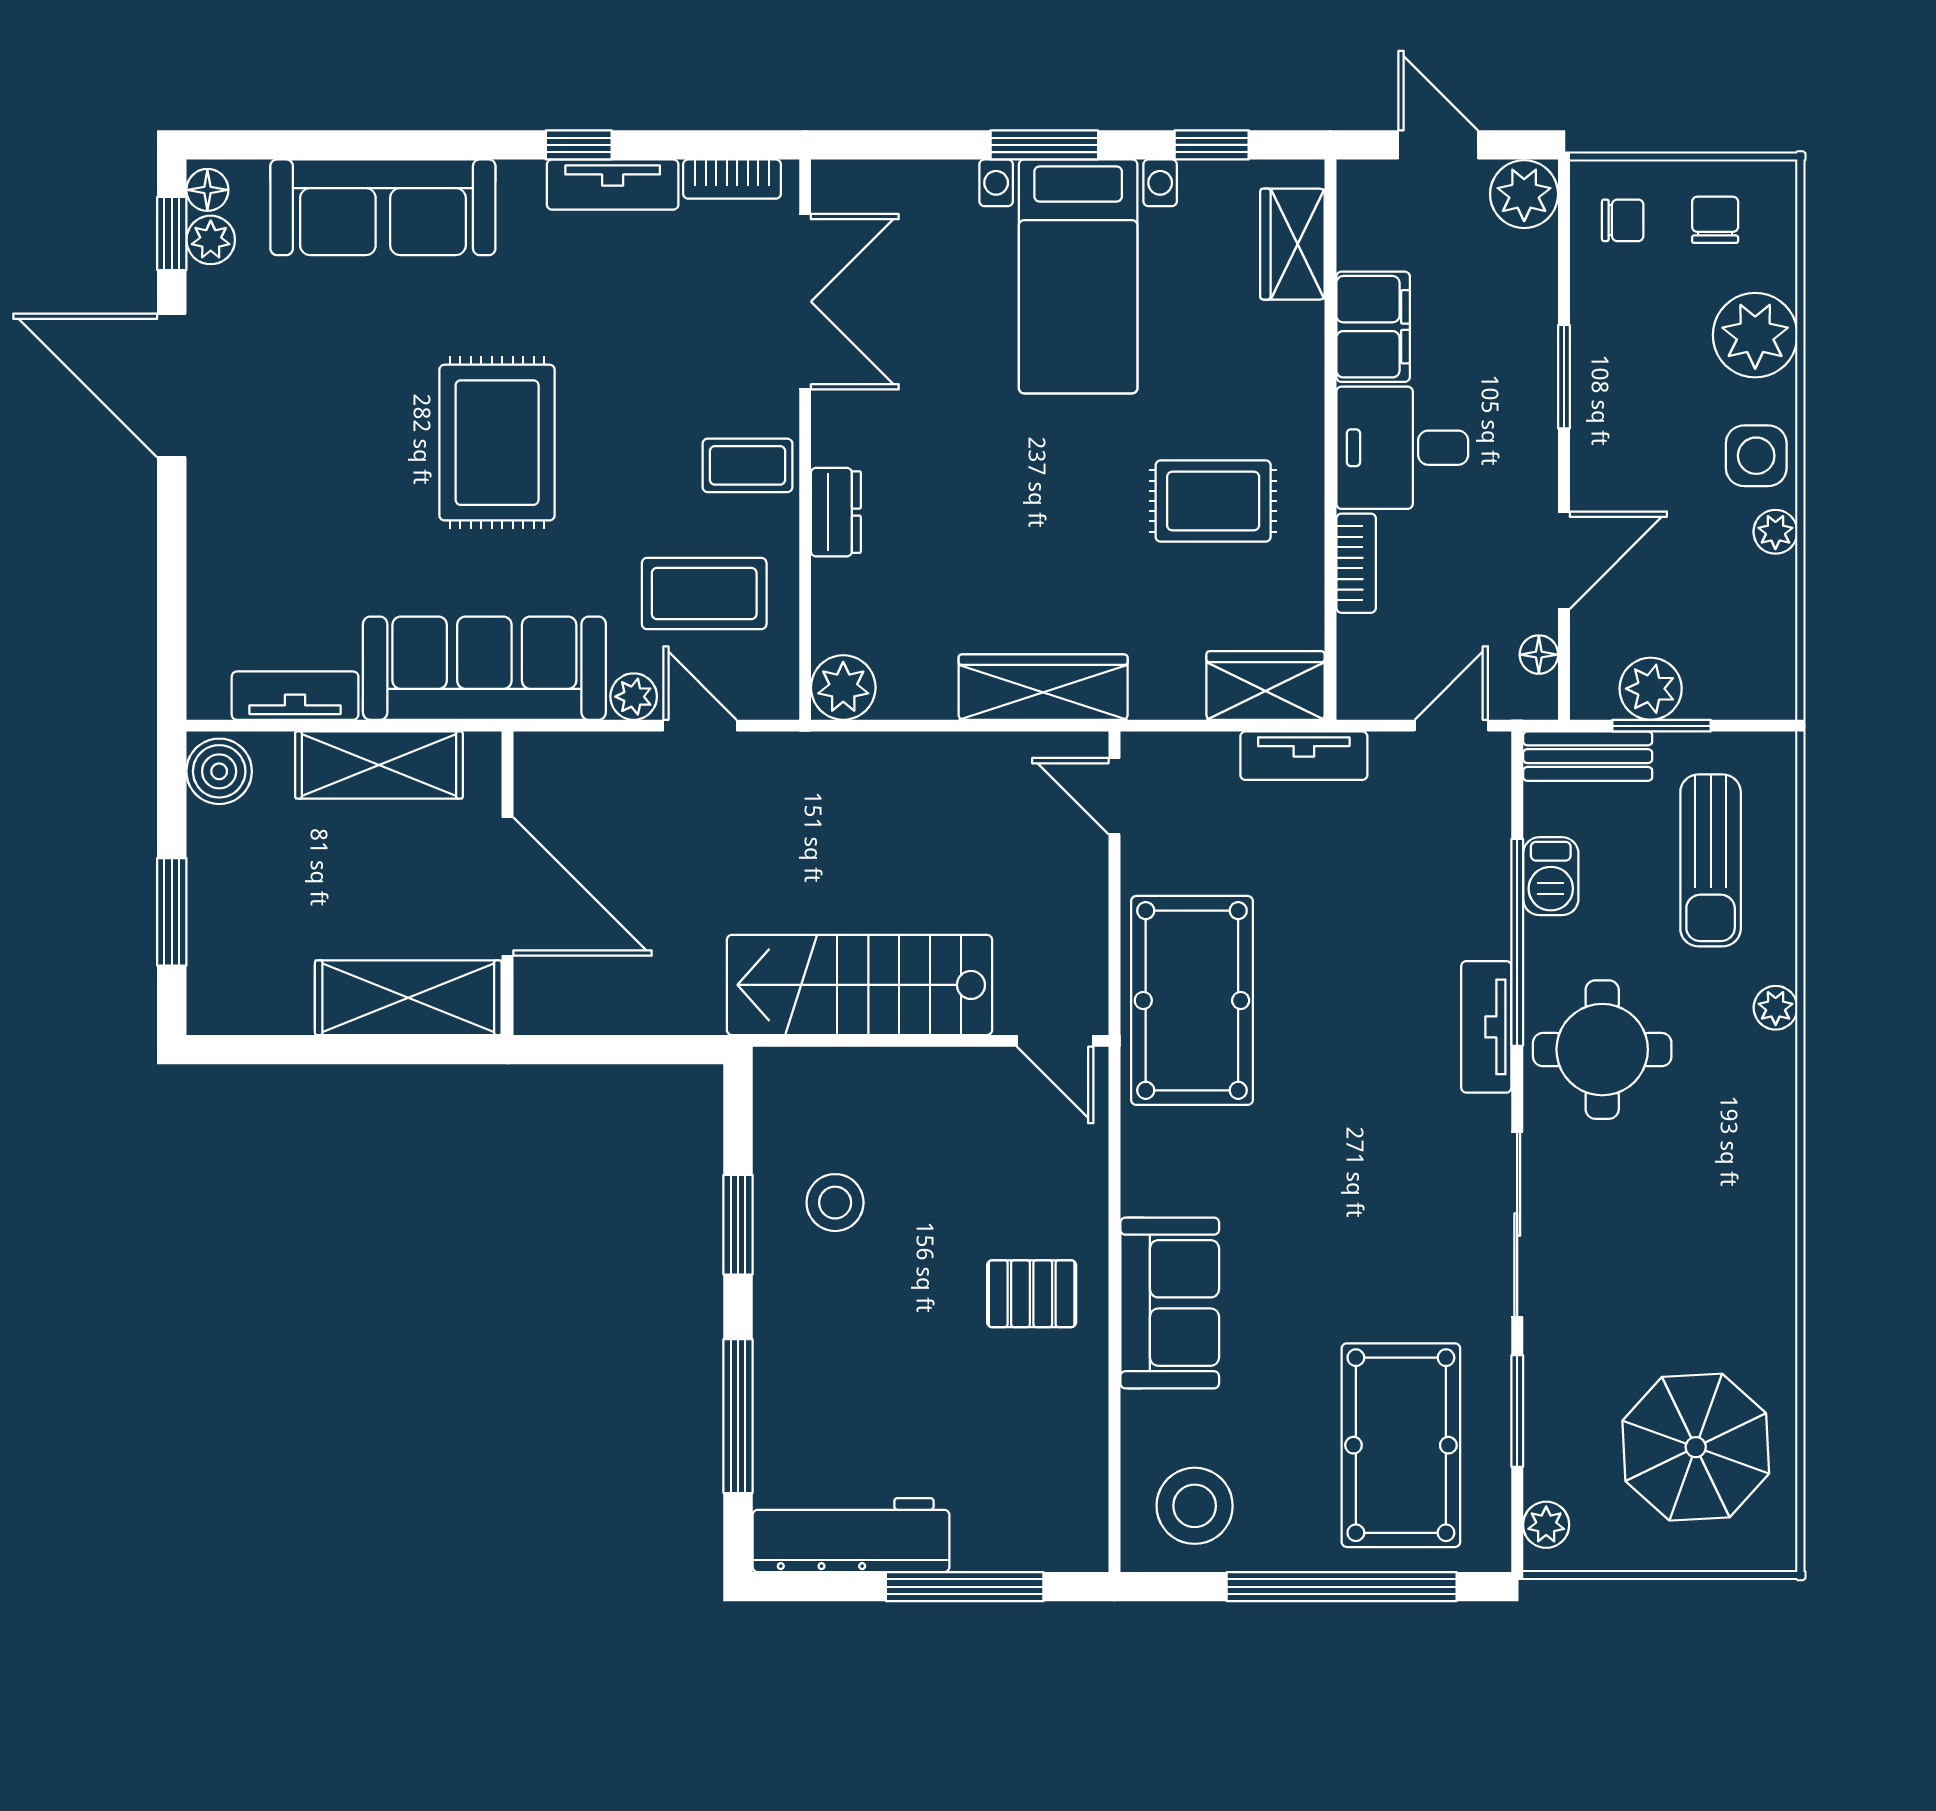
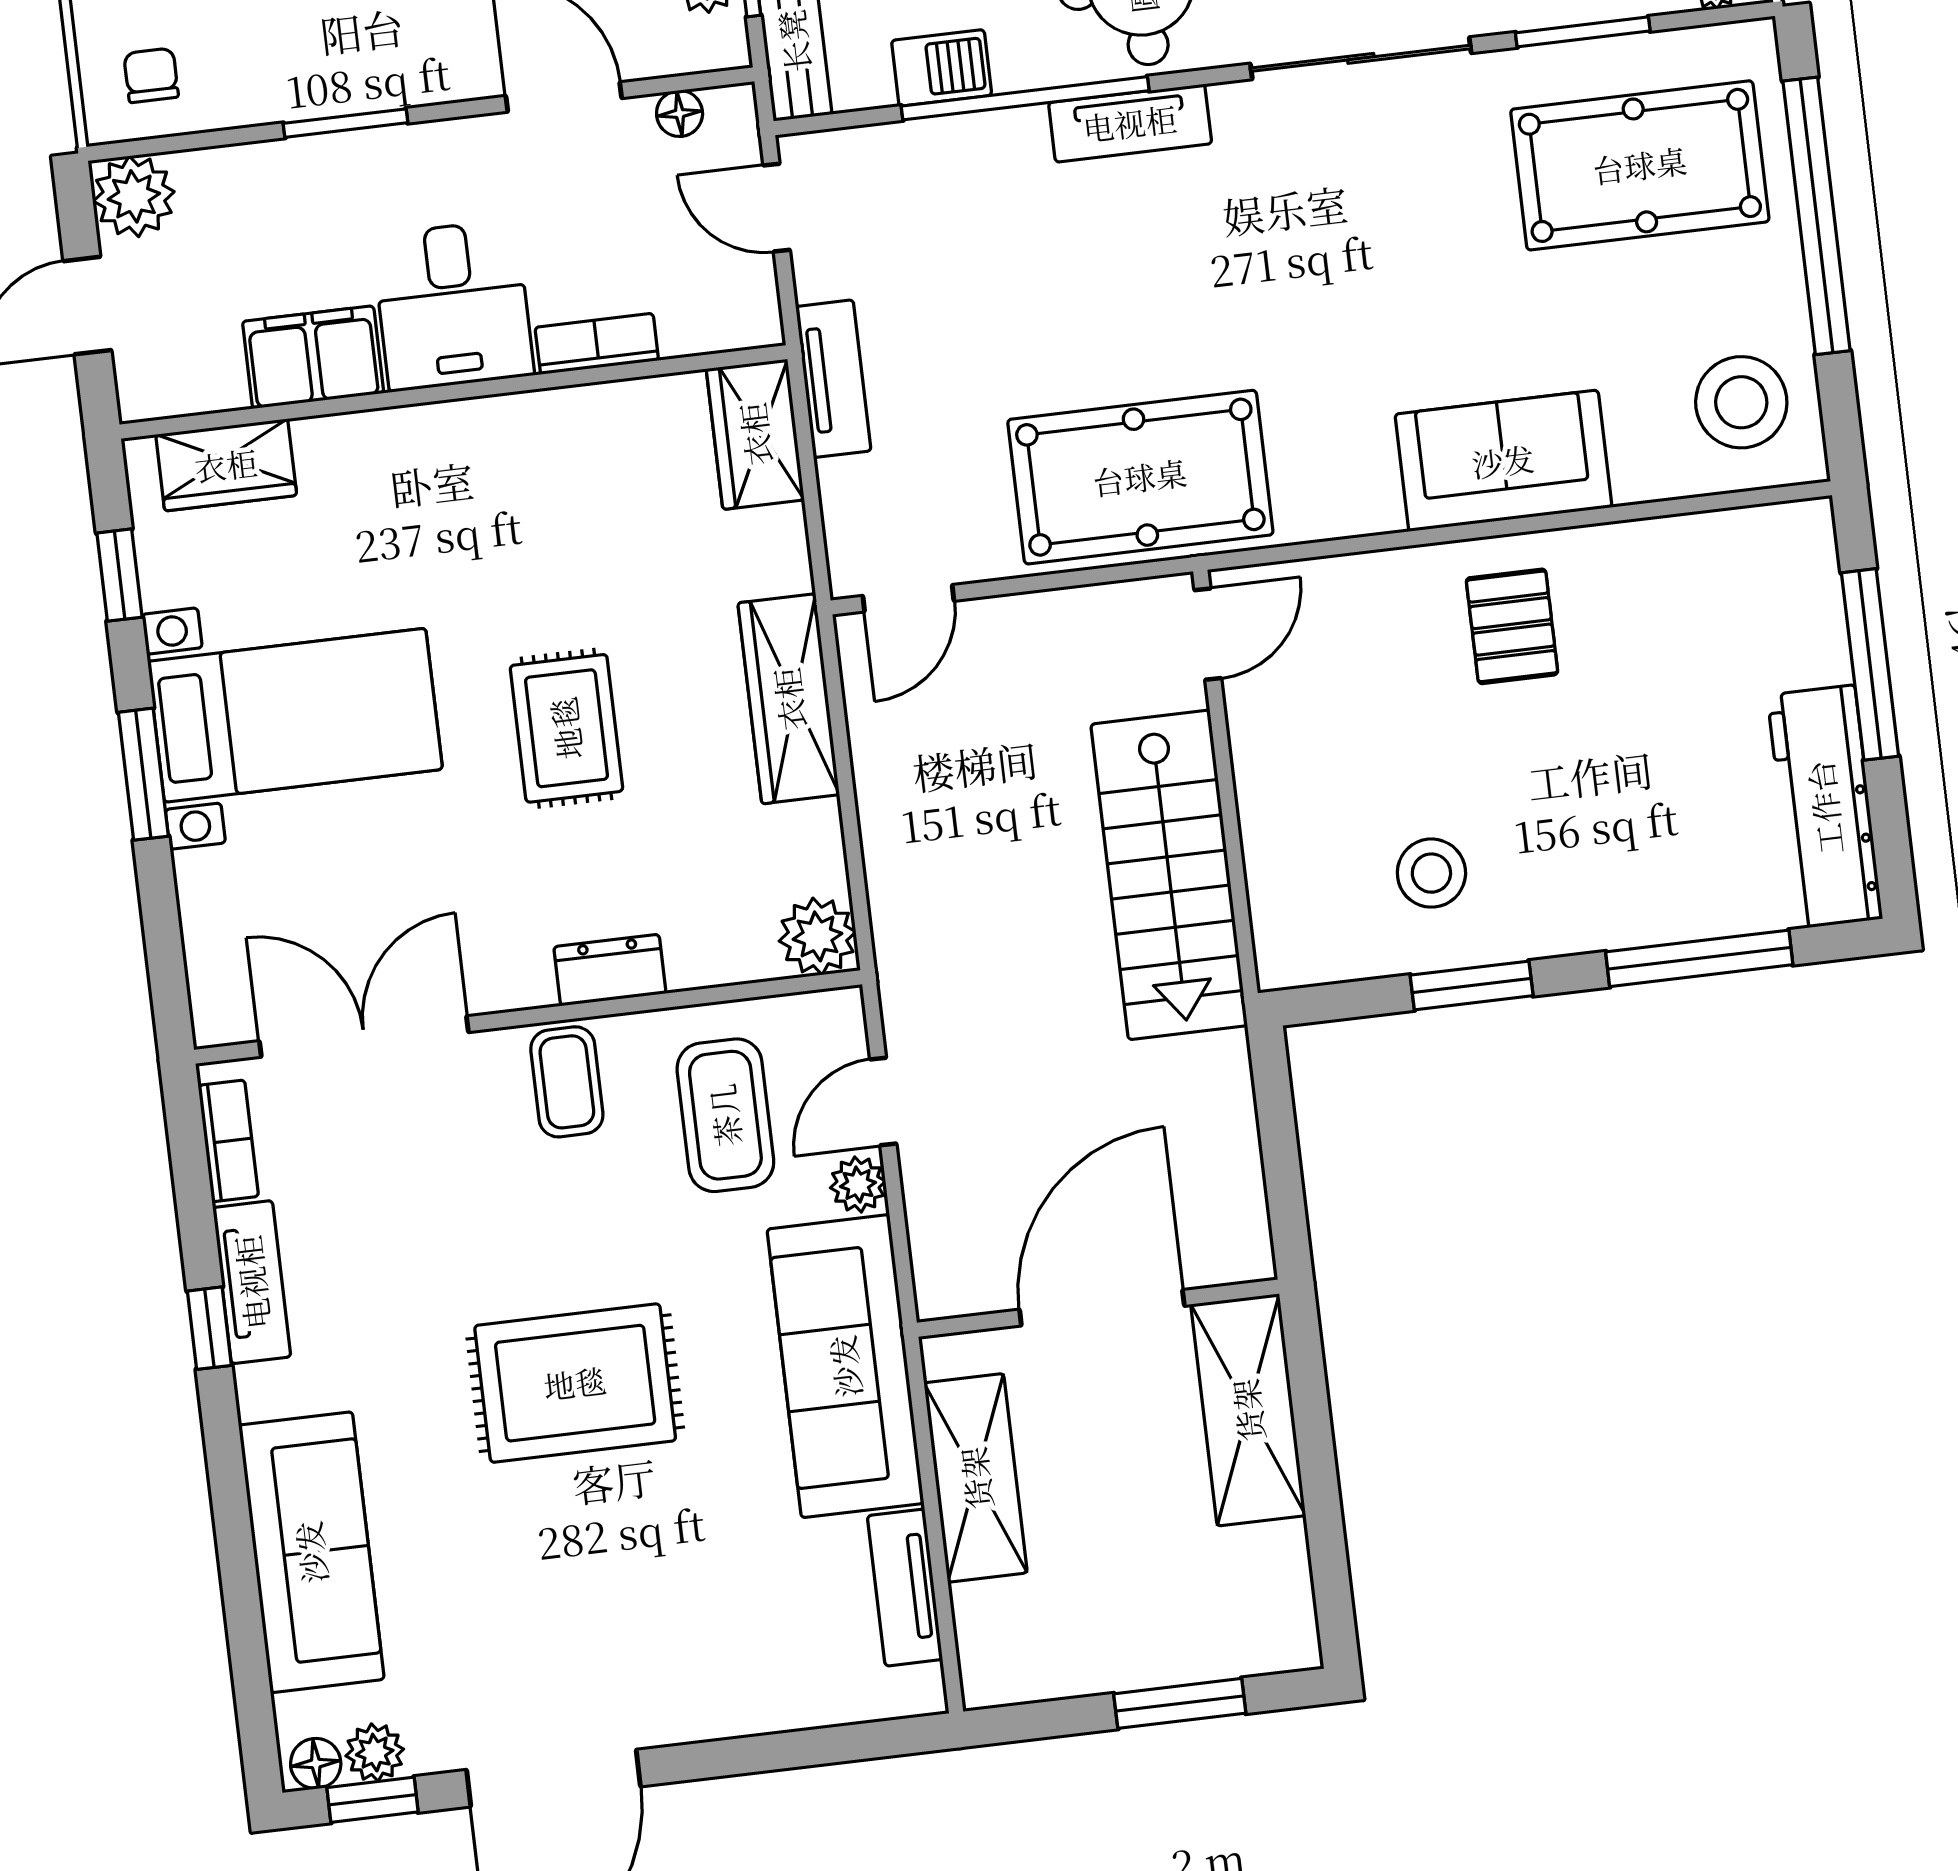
rug: (1213, 501) -> (566, 728), moved
boiler: (219, 771) -> (1006, 1667), removed

